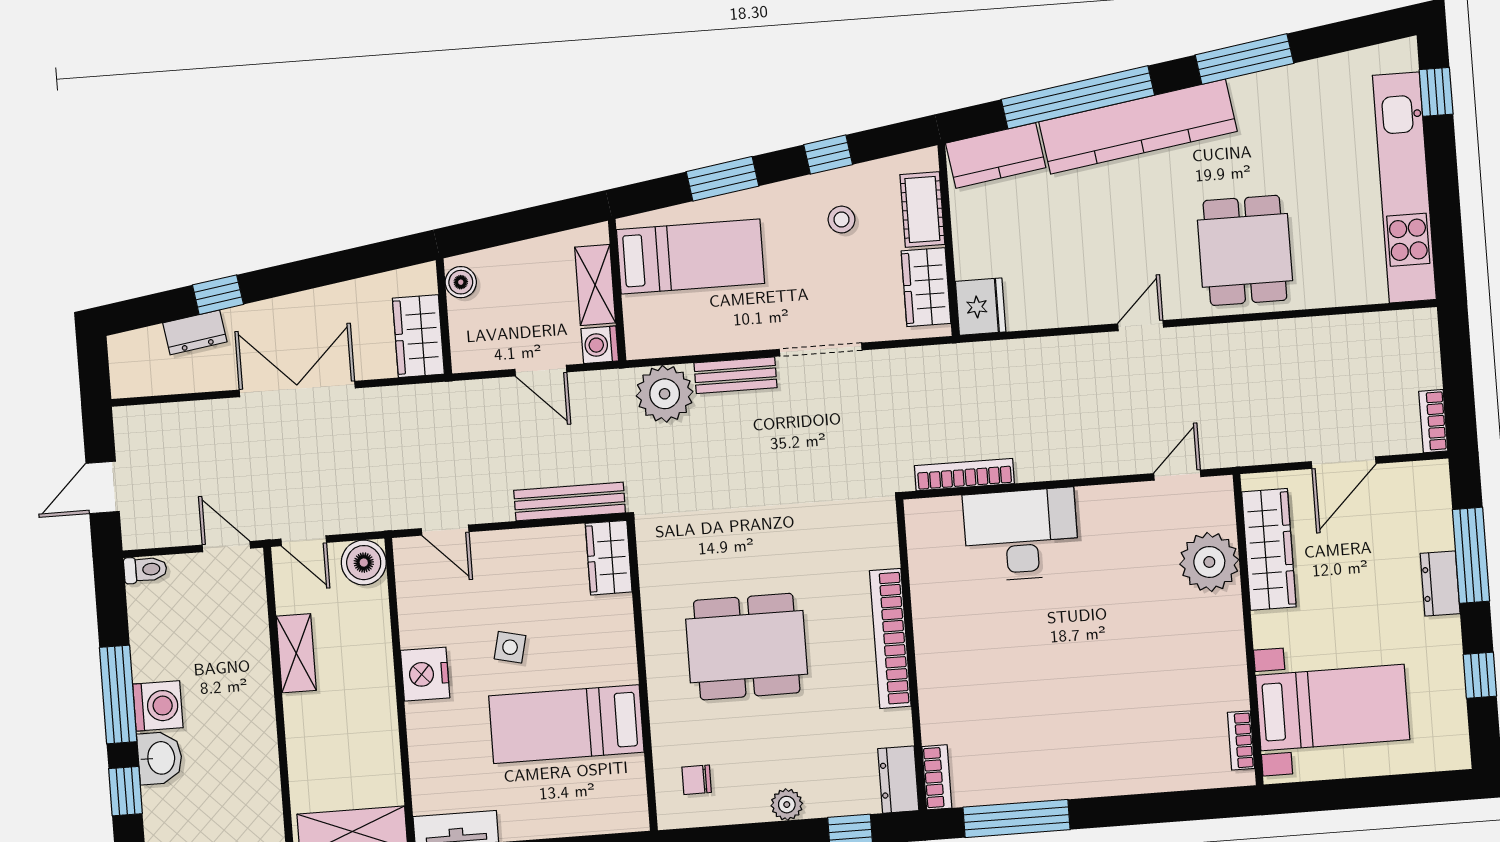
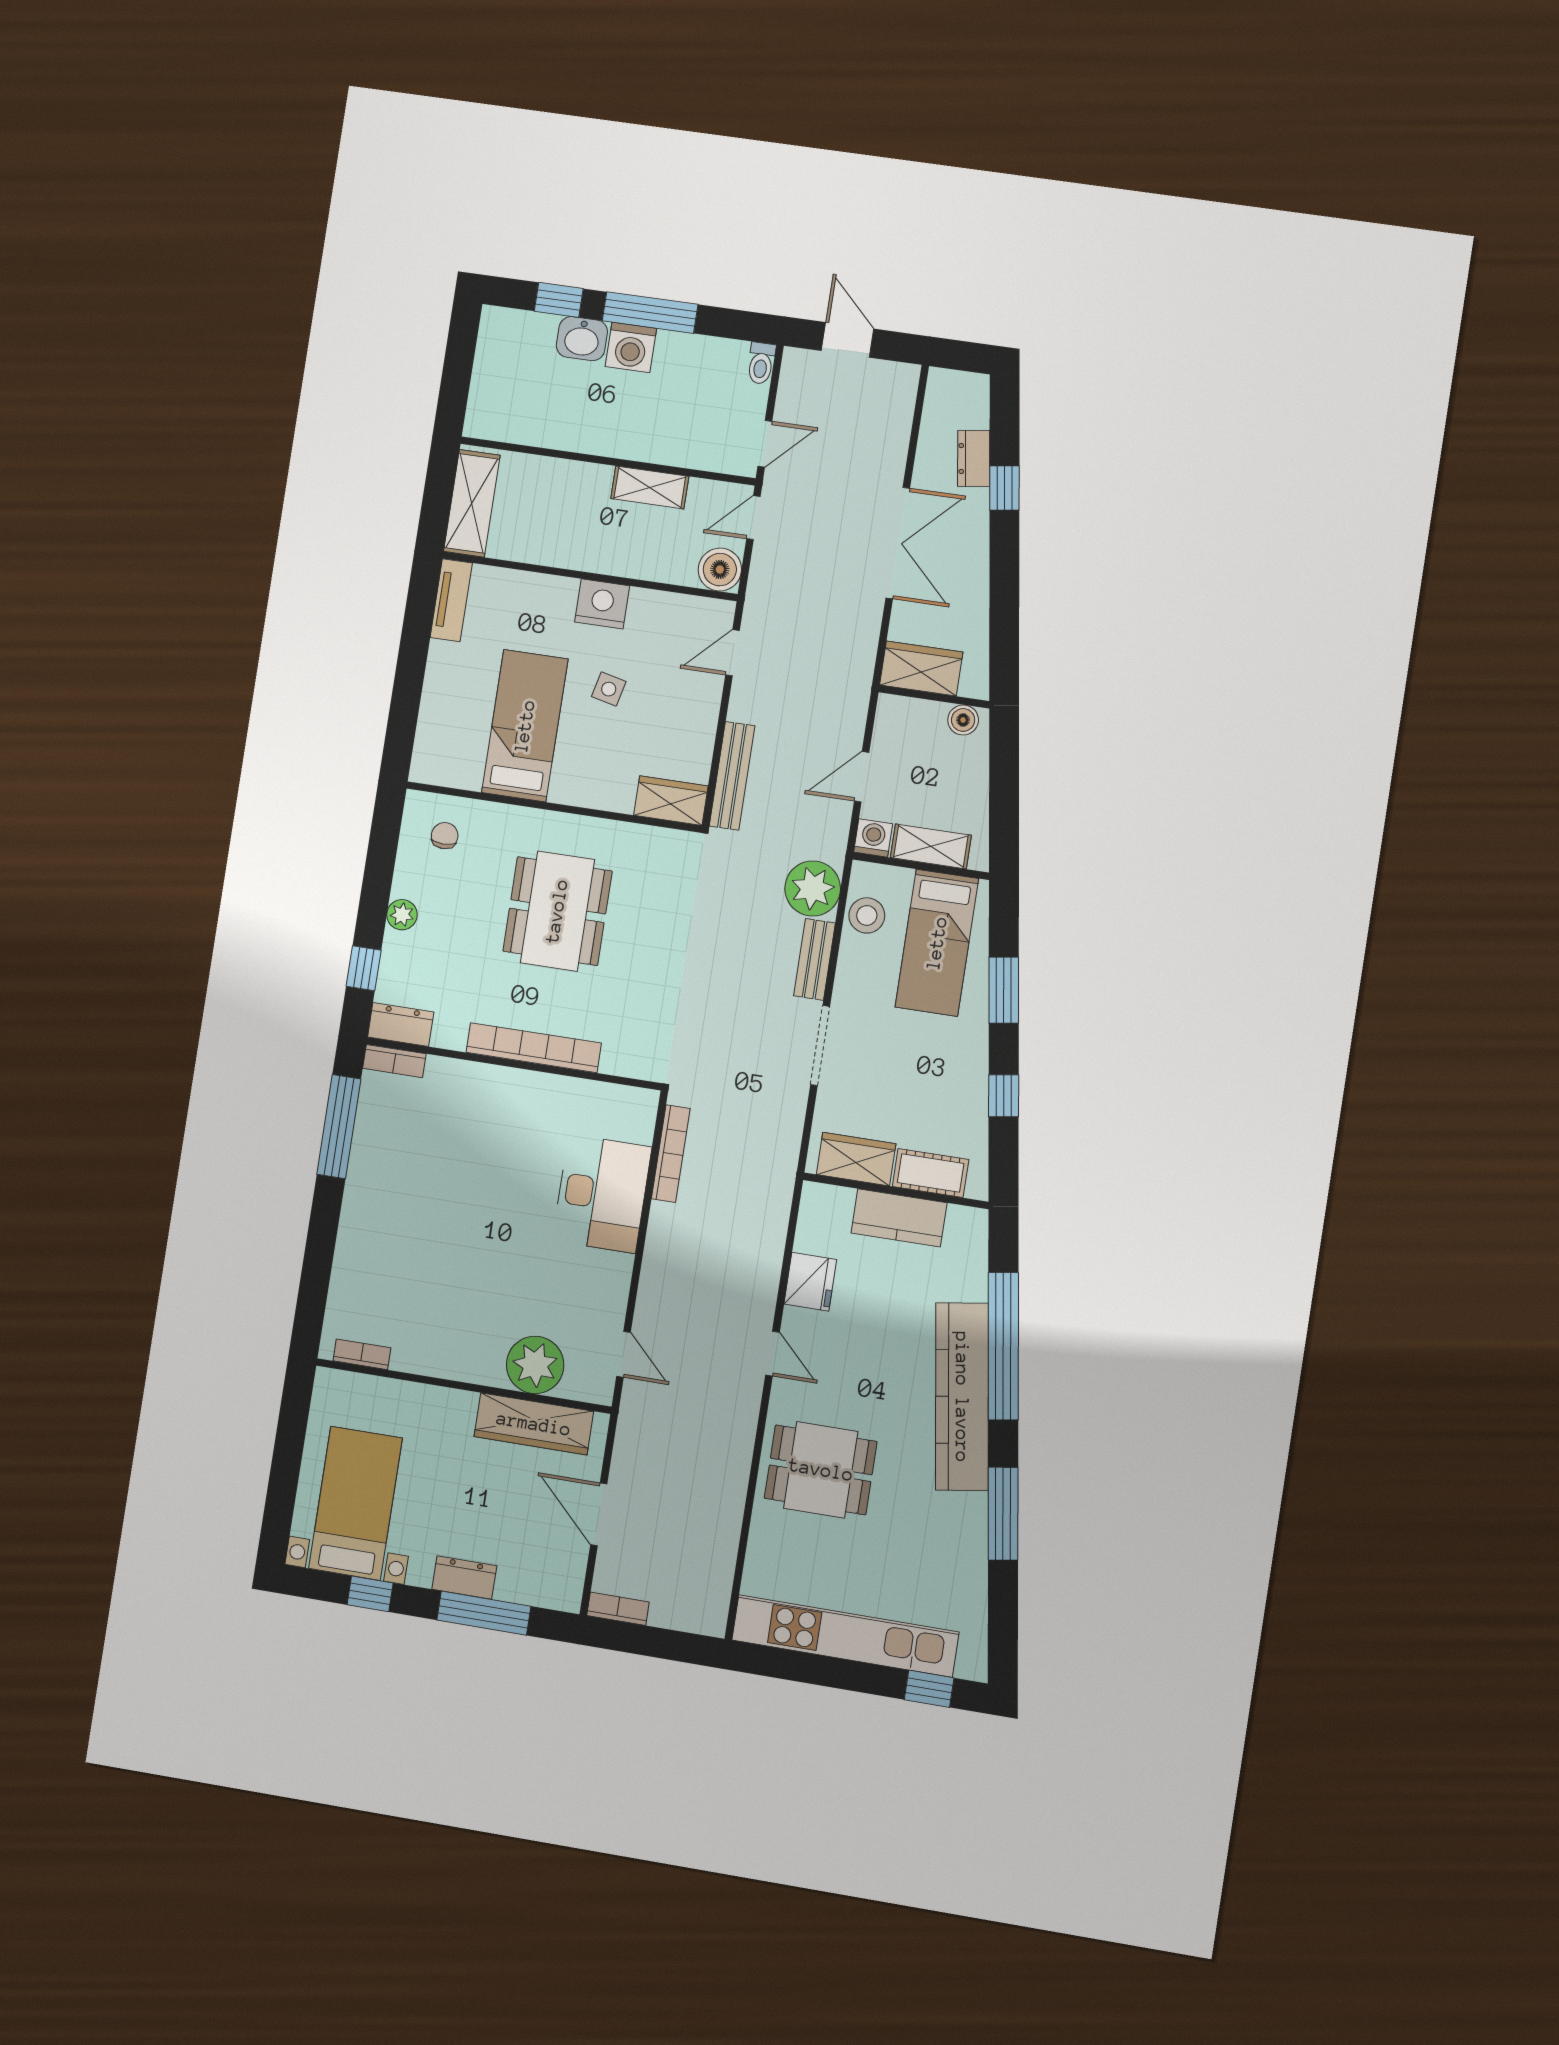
kitchen counter: (996, 155) -> (899, 1218), moved, turned -81
stool: (842, 220) -> (867, 915), moved, width x1.37, depth x1.37
fridge: (981, 307) -> (810, 1282), moved, turned -90
bed with nightstands: (1333, 708) -> (355, 1503), moved, turned 180

